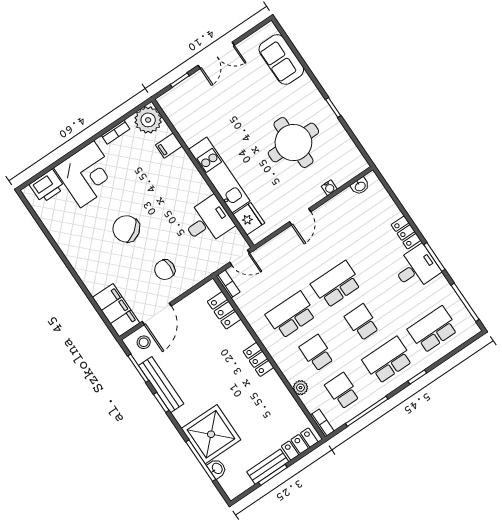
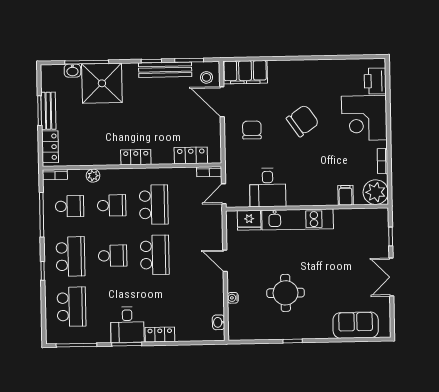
round table: (293, 143) -> (286, 293), width x0.73, depth x0.73

